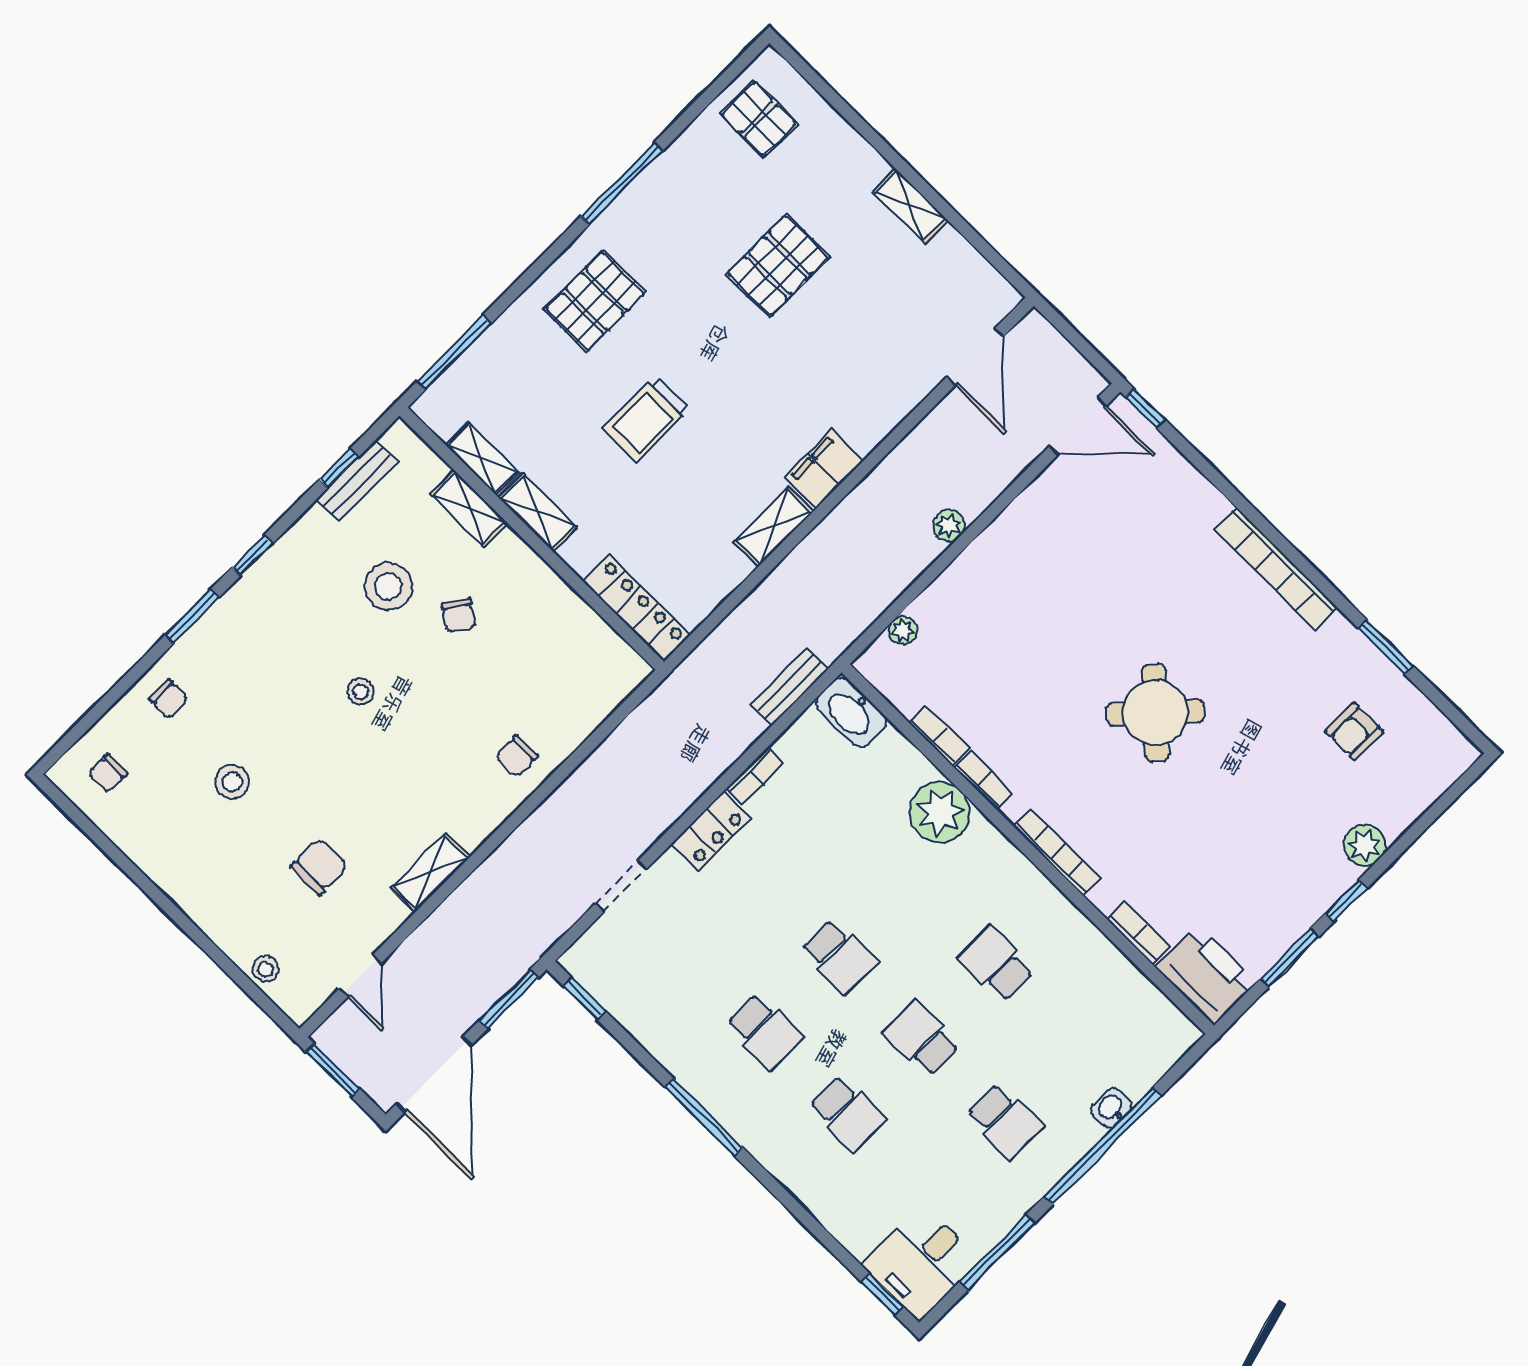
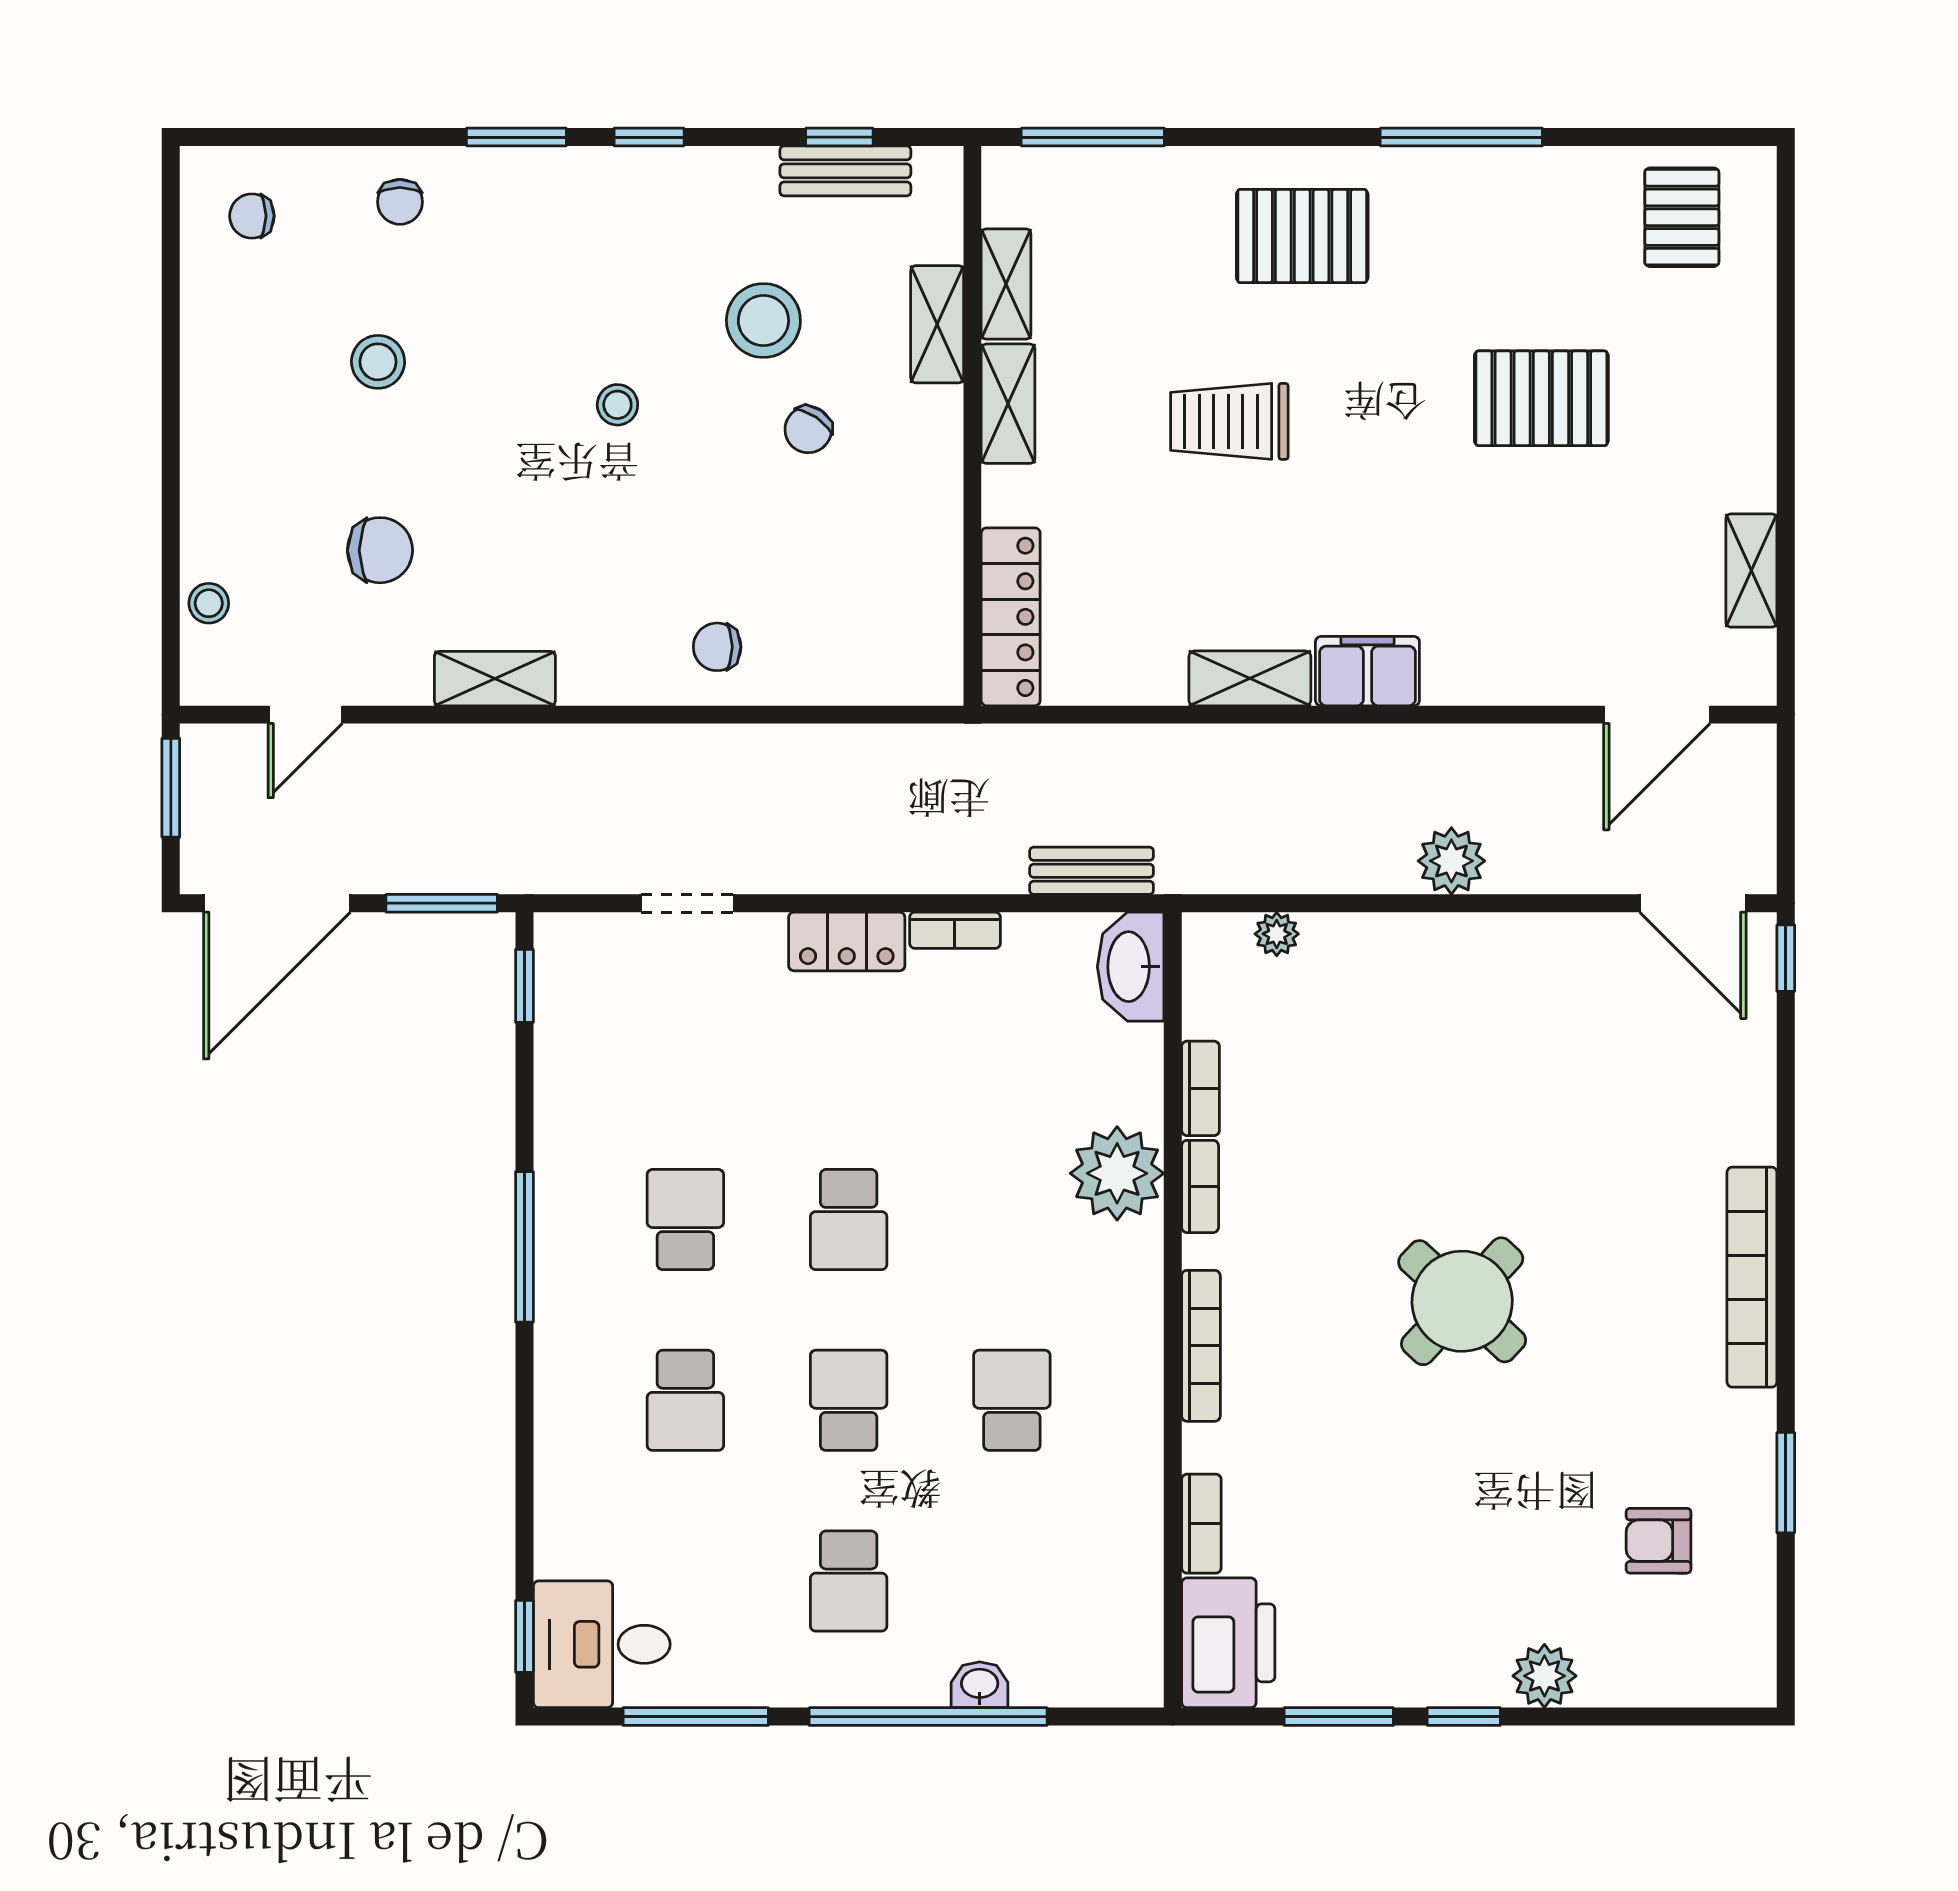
shelving: (910, 206) -> (1751, 571), moved
plant: (949, 526) -> (1451, 861), width x1.38, depth x1.38
school desk: (765, 1031) -> (685, 1220), turned 180

